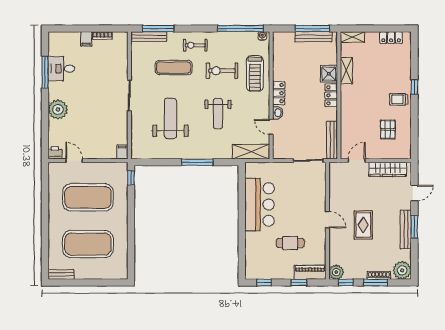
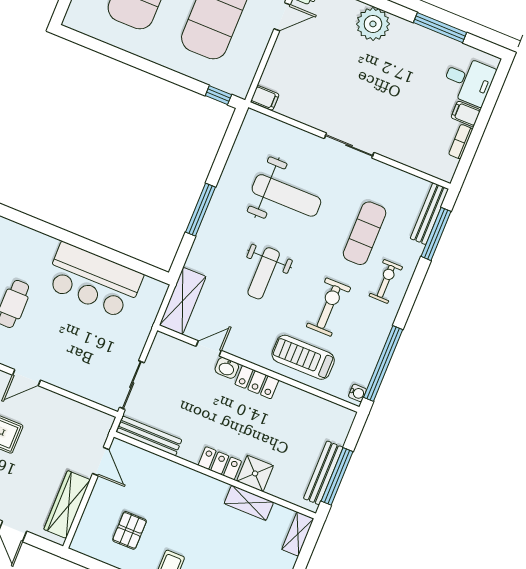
desk: (61, 69) -> (469, 80), moved, turned 90
weight bench: (218, 114) -> (264, 273), turned -90
pallet: (388, 129) -> (130, 530), turned 90

